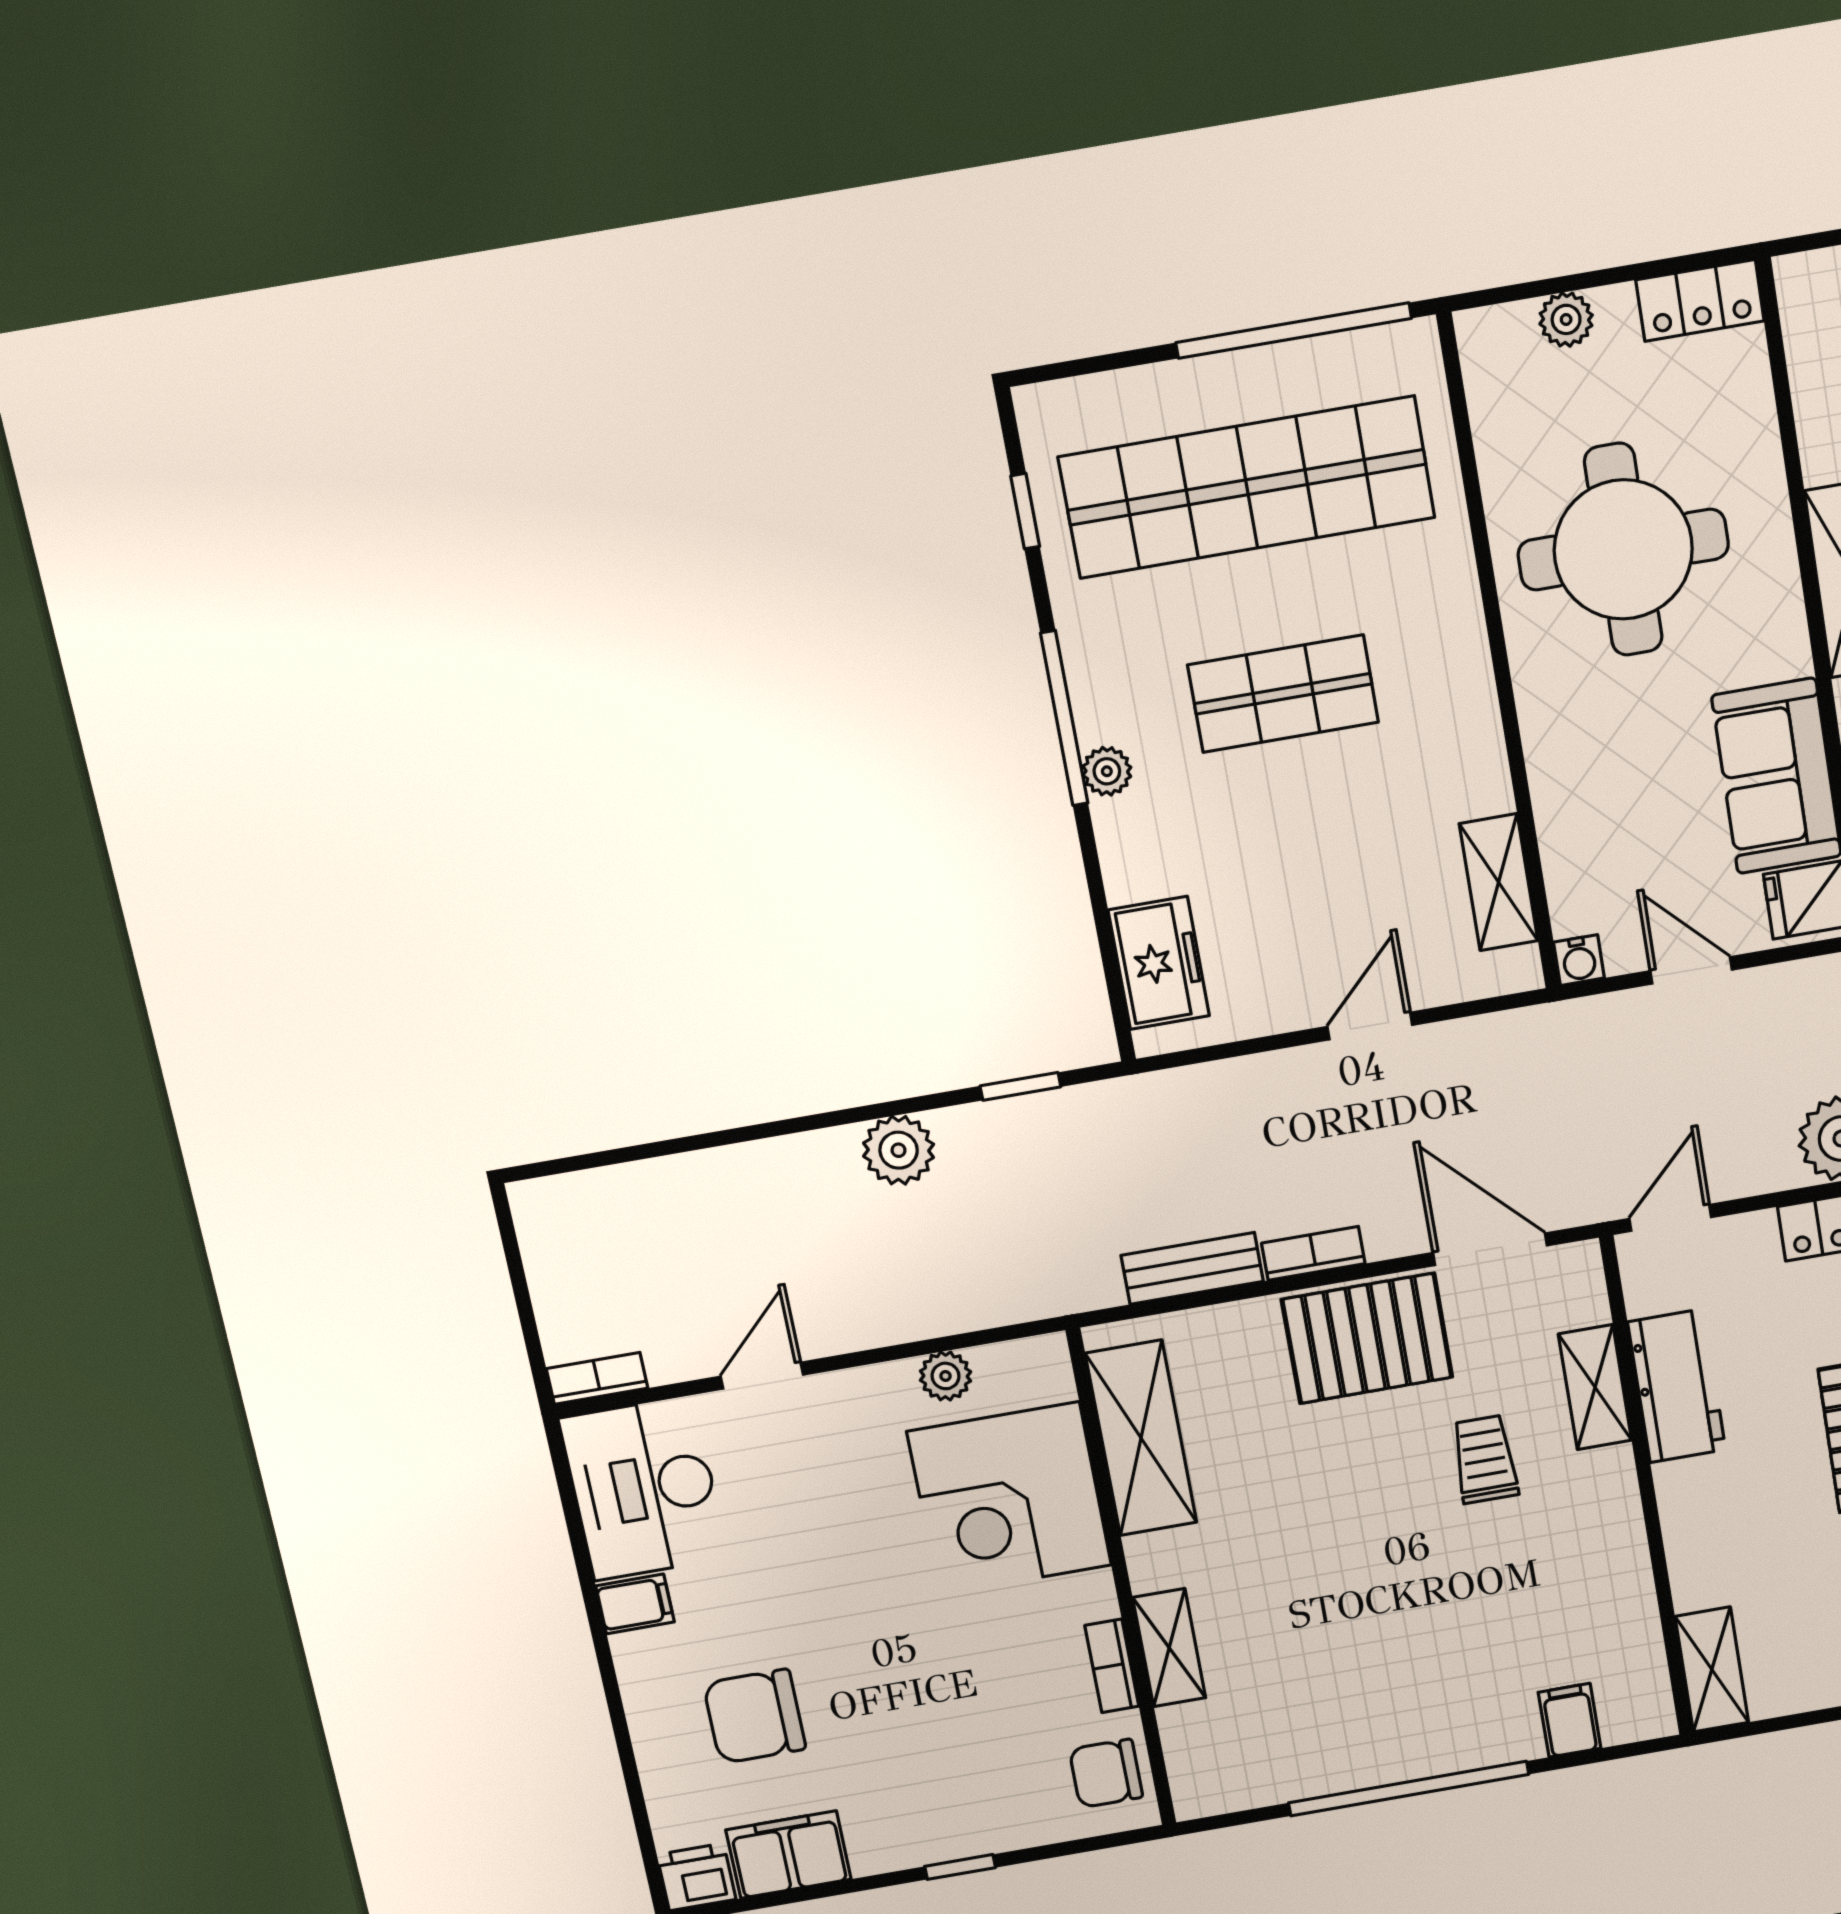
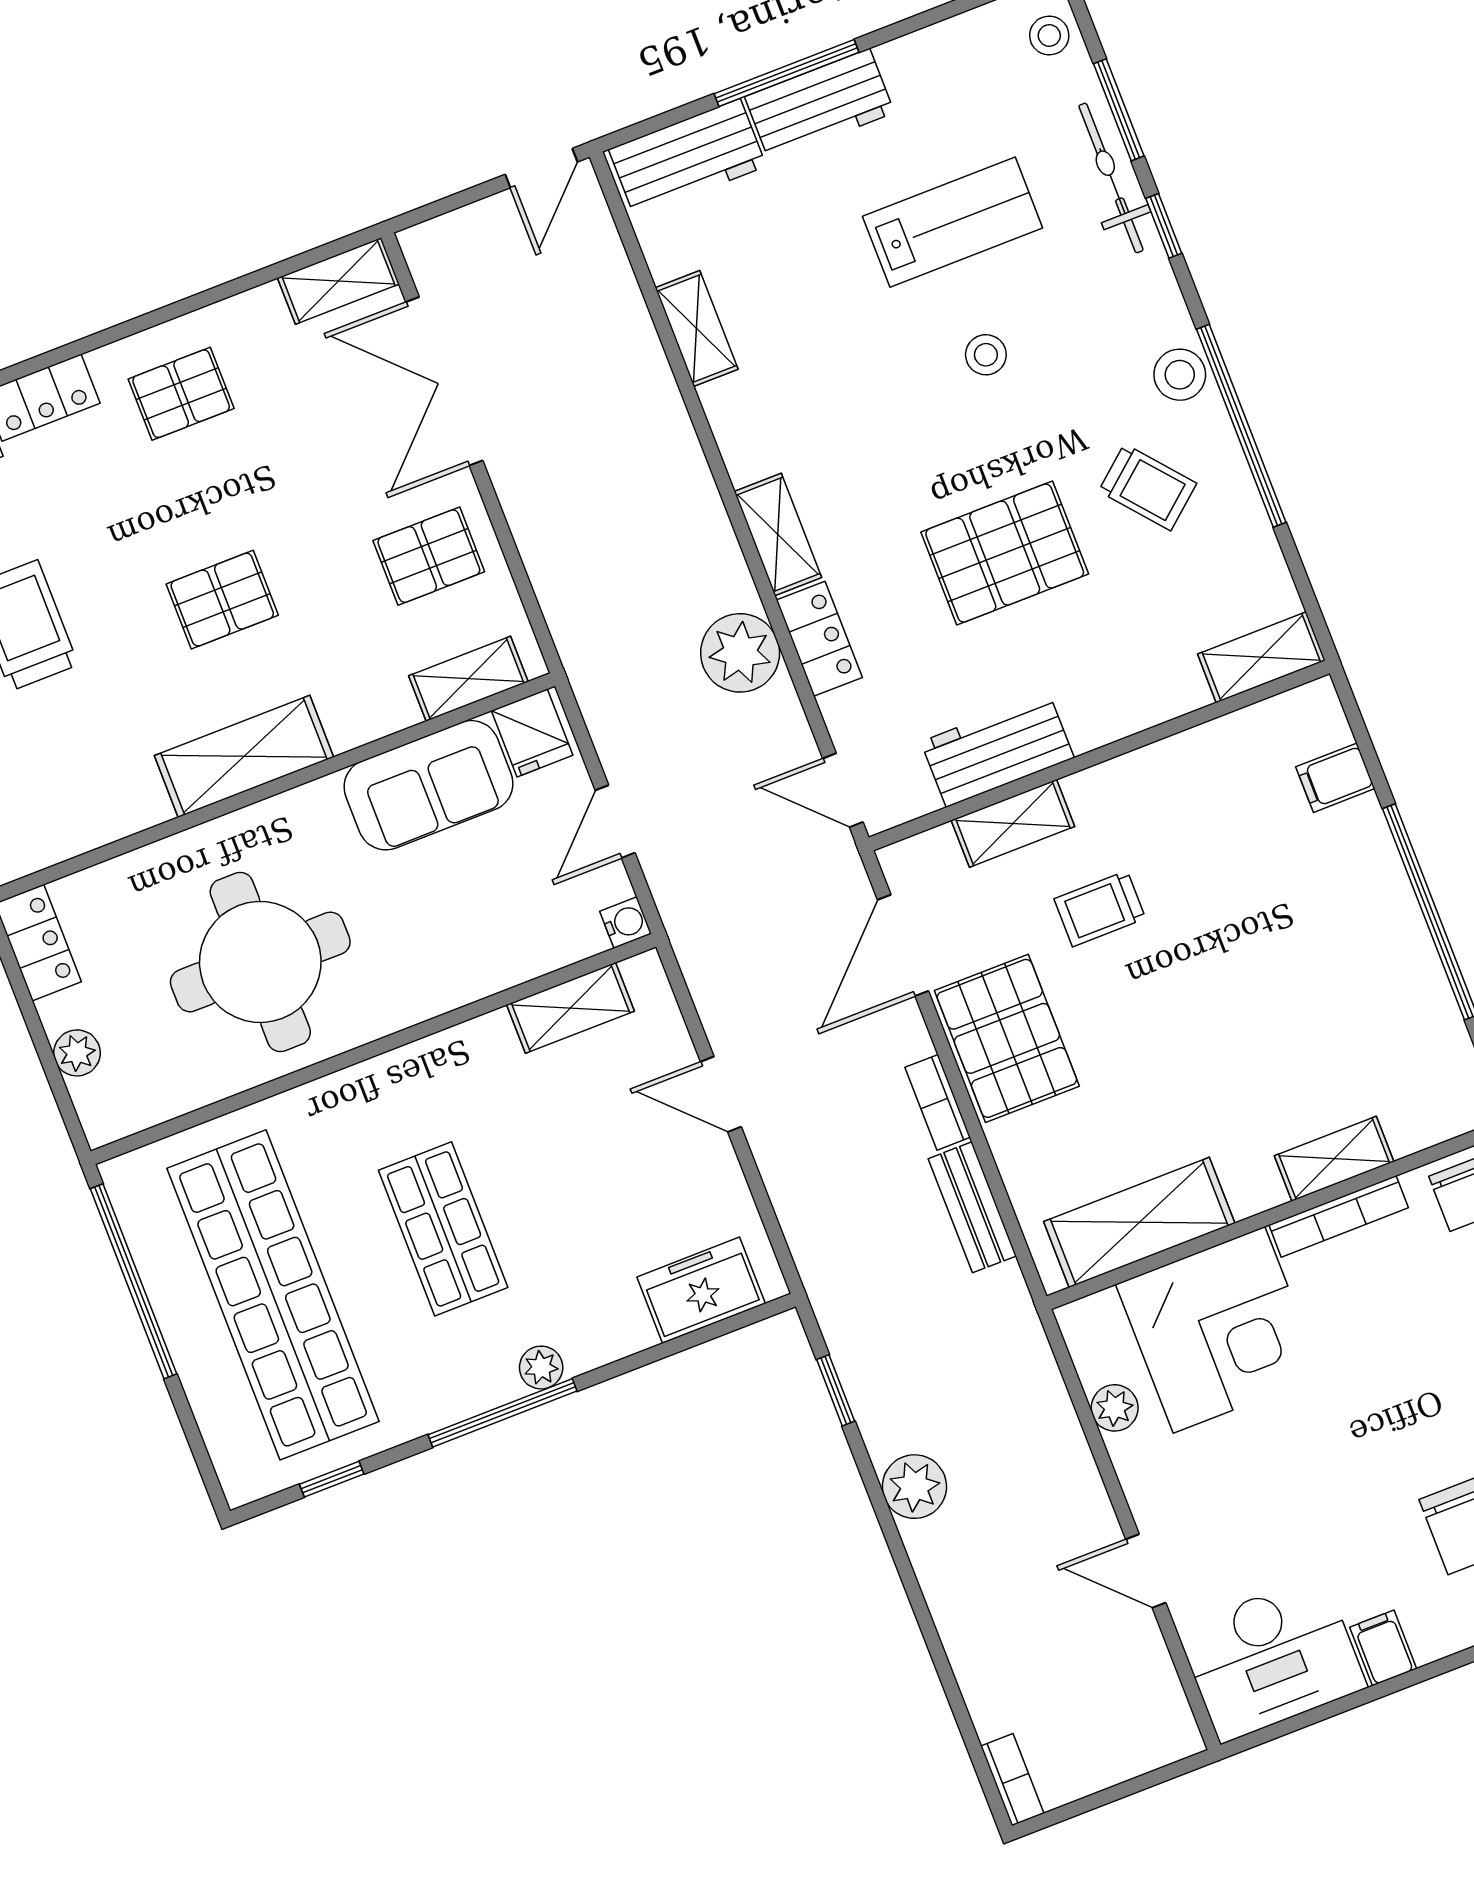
bookcase: (597, 1378) -> (1012, 1780), moved, turned 180
bookcase: (1112, 1666) -> (1339, 1216), width x1.56

